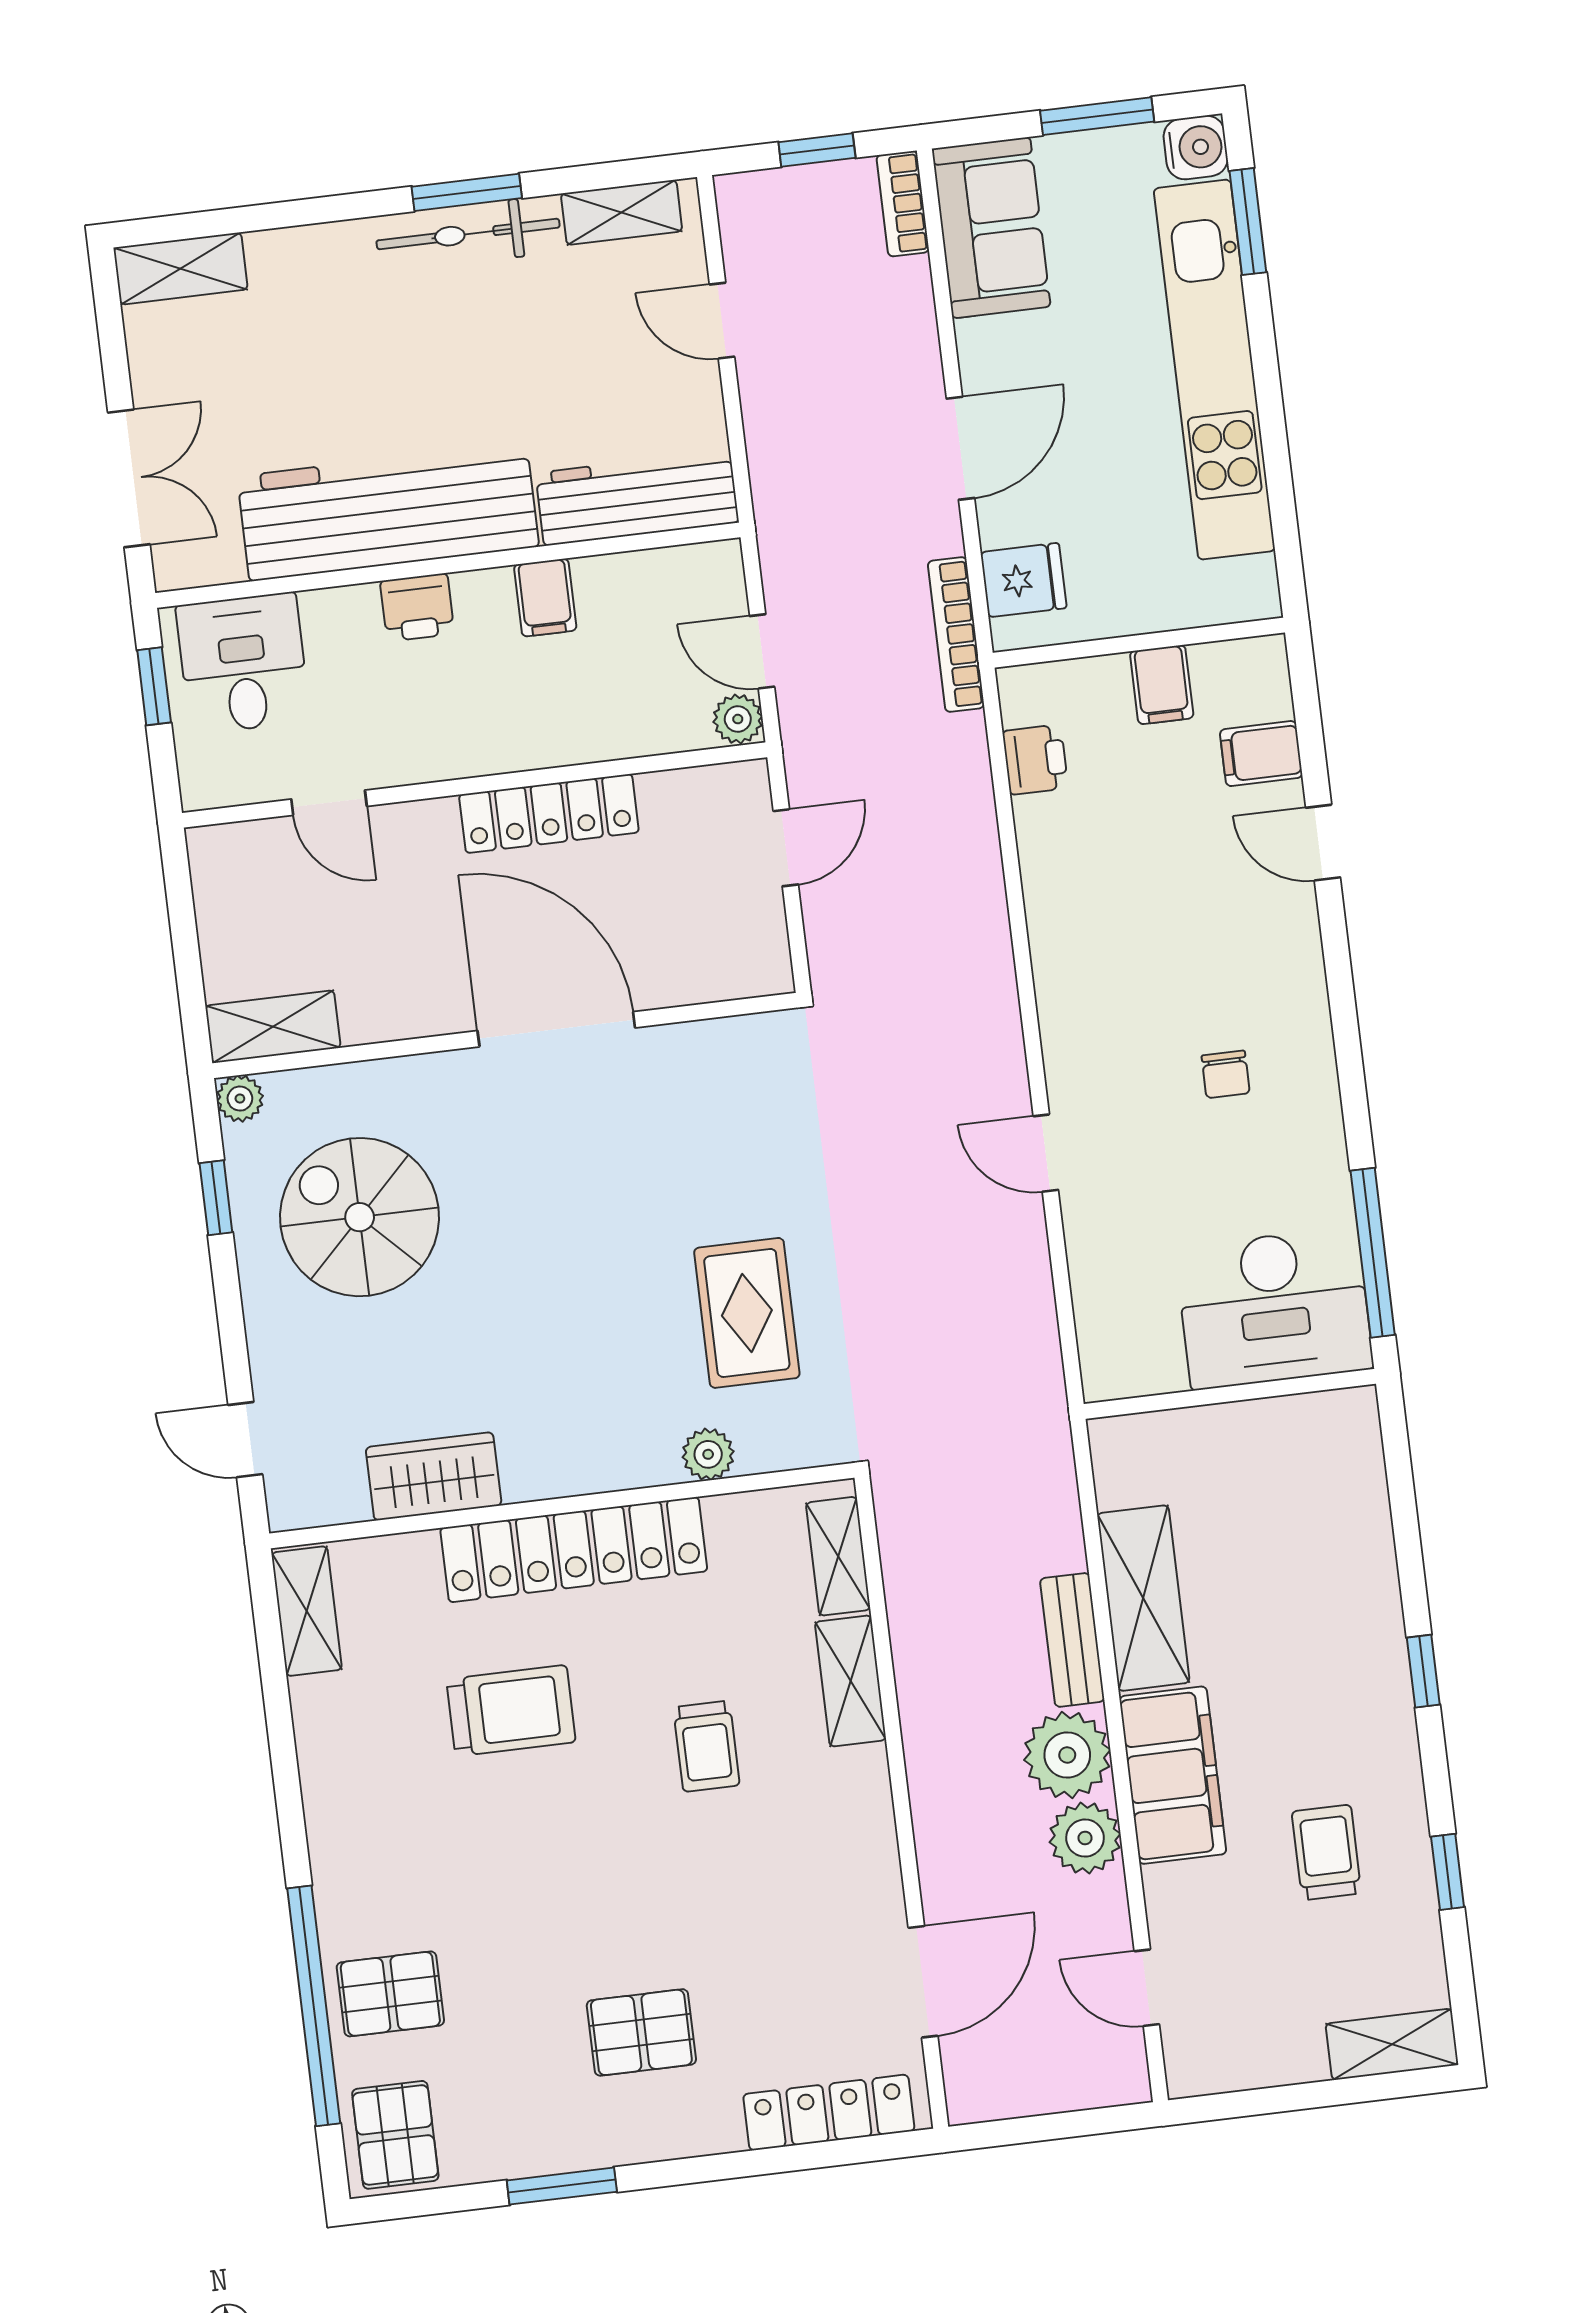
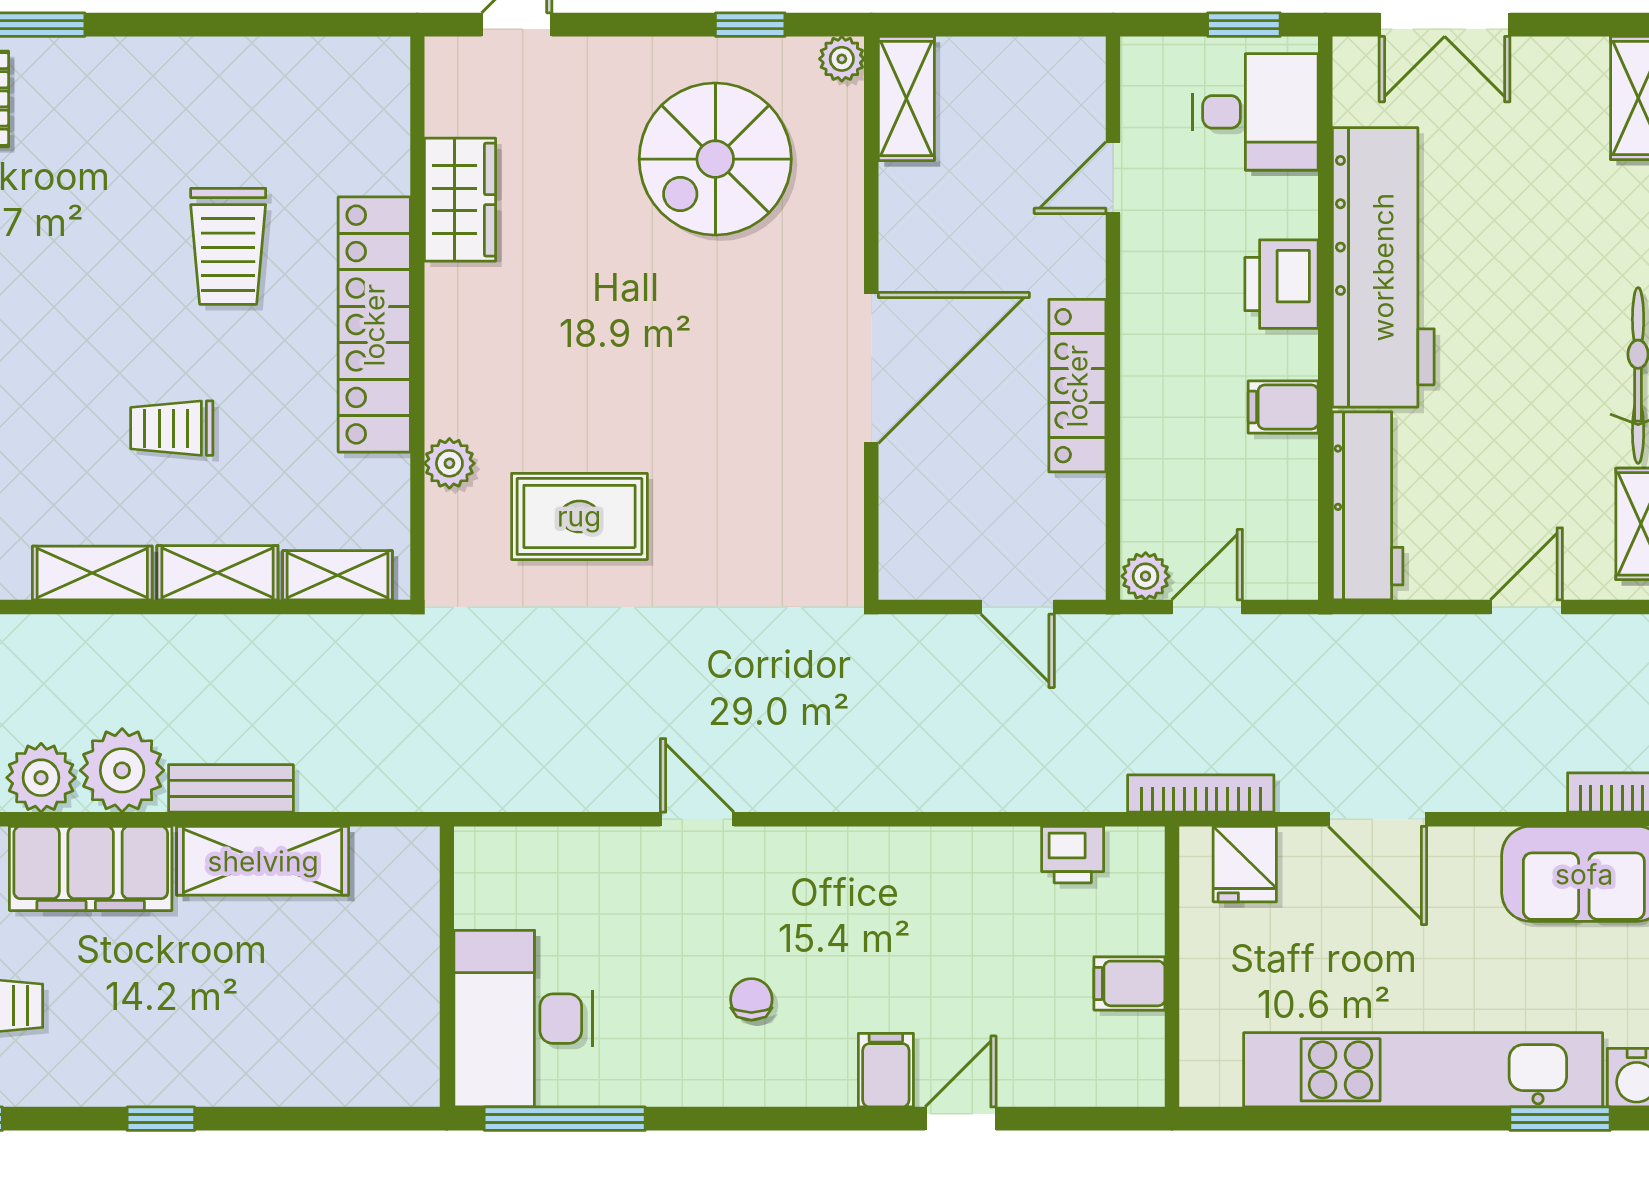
printer: (417, 607) -> (1282, 284), width x1.36, depth x1.24
filing cabinet: (1261, 754) -> (886, 1070), moved
chair: (1226, 1074) -> (751, 999), turned 90
door: (1046, 1153) -> (697, 819), hinge flipped
spiral stairs: (360, 1217) -> (715, 159), turned 180
shelving: (307, 1611) -> (92, 573), moved

